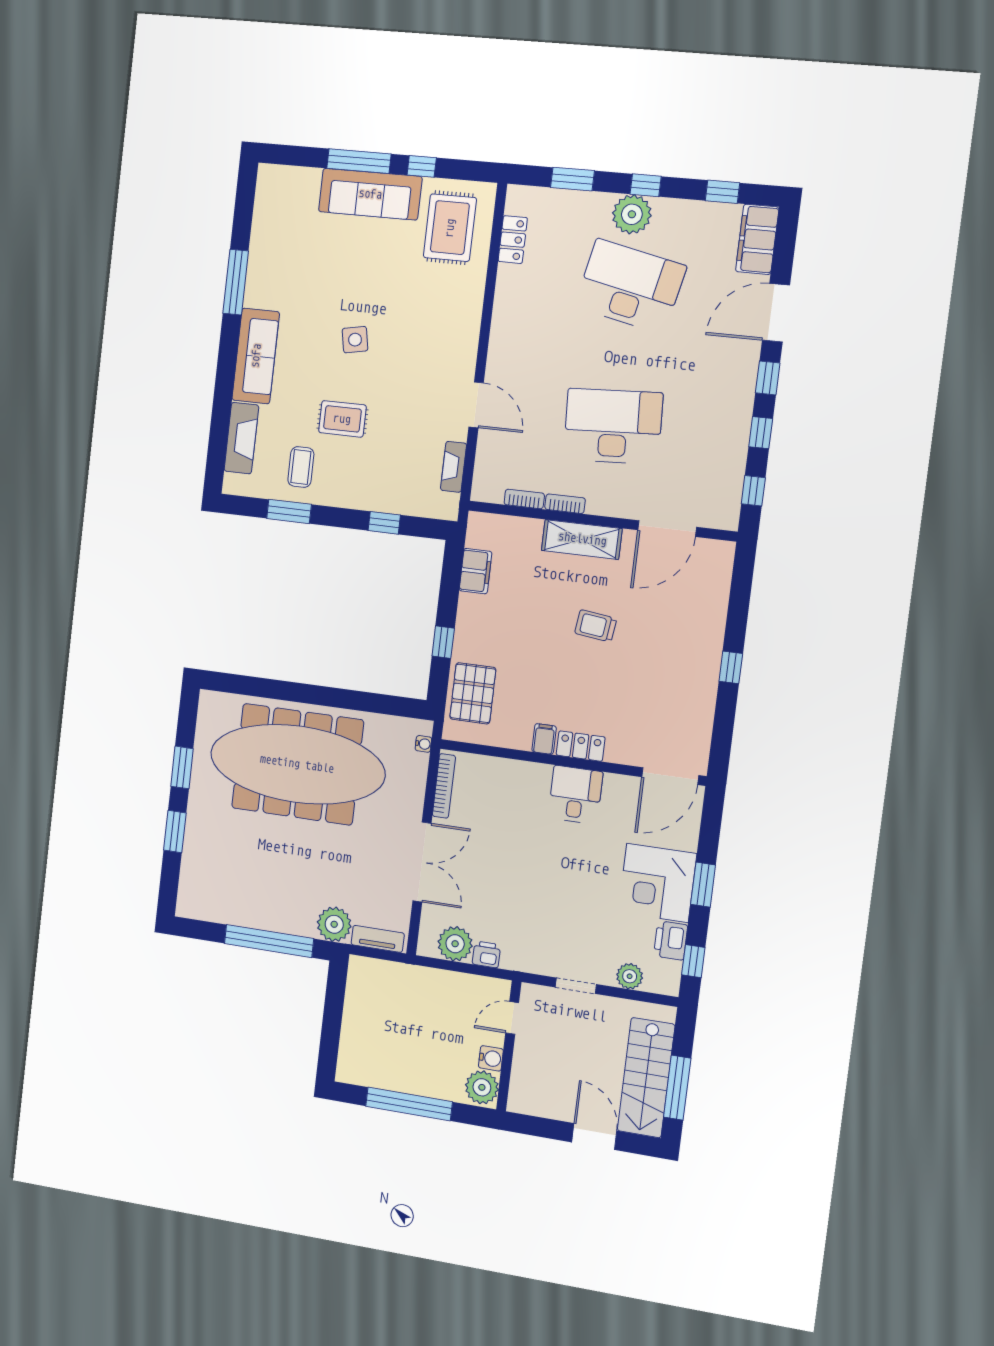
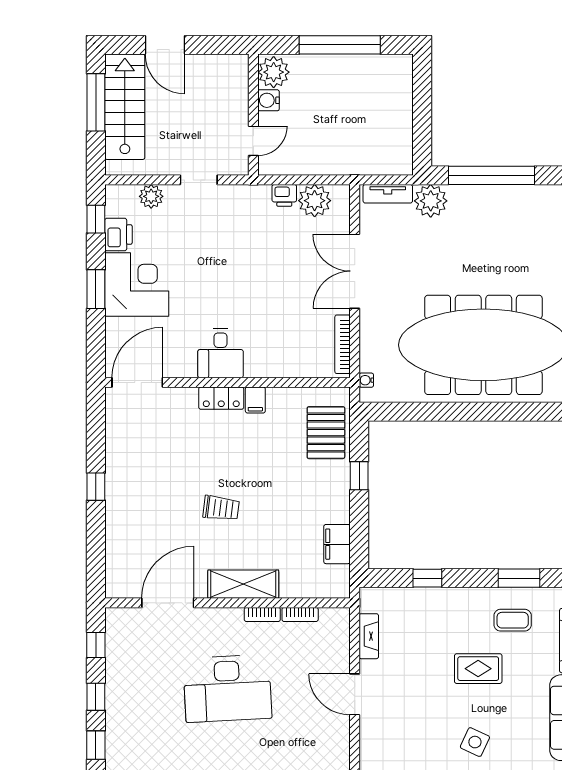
side table: (355, 340) -> (475, 742), turned 36
coffee table: (301, 467) -> (513, 620), turned 90

